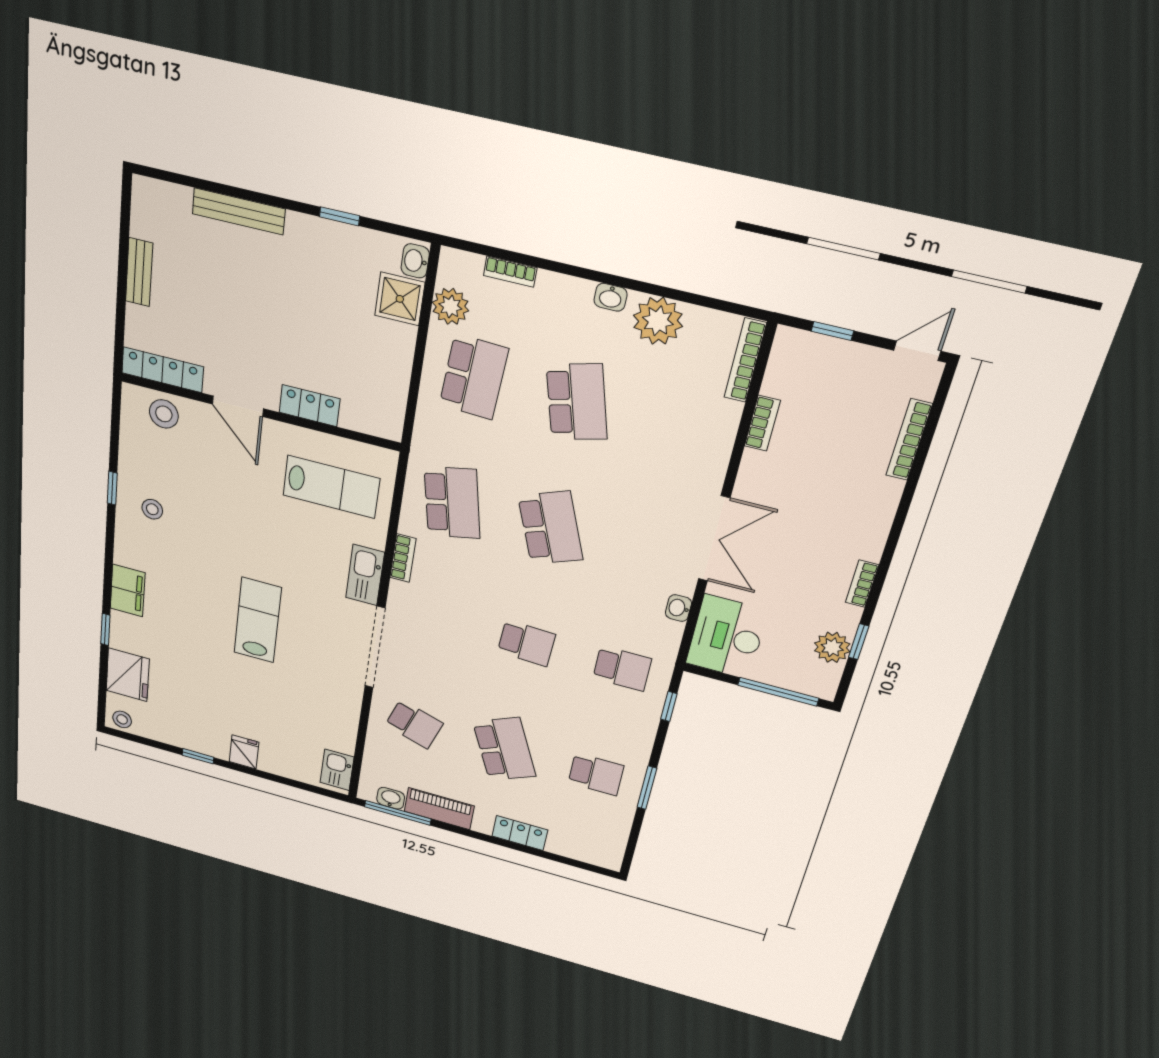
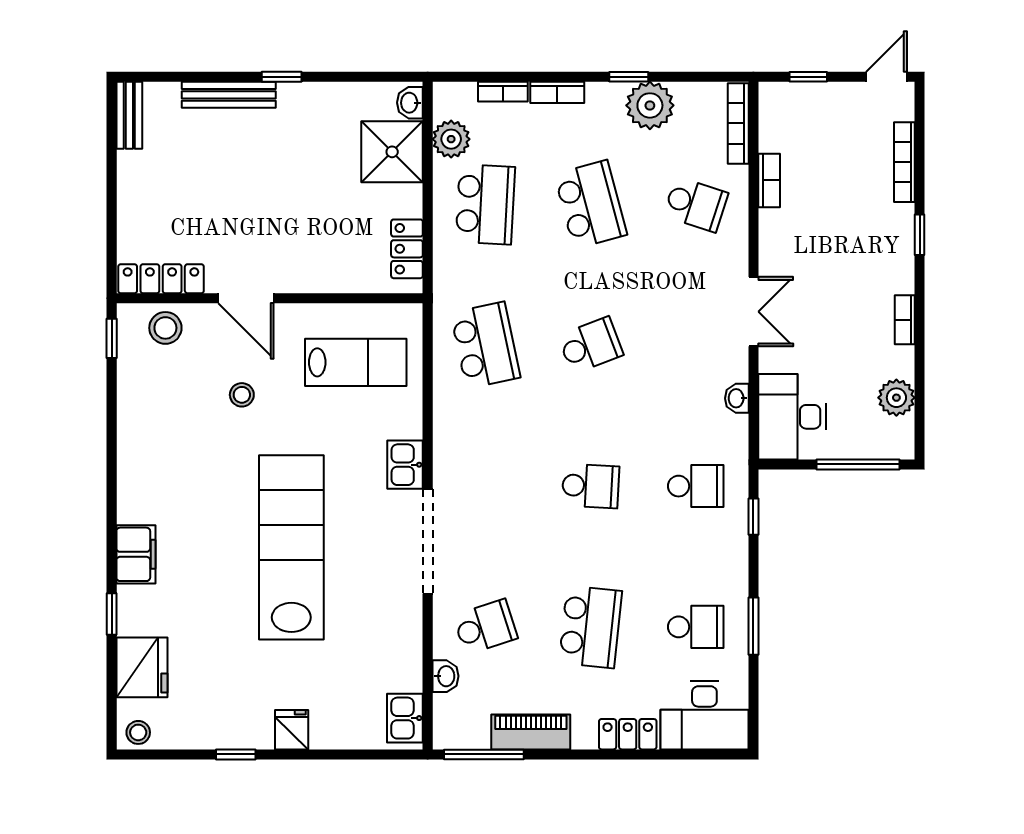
window: (339, 216) -> (282, 77), moved
bench: (139, 272) -> (129, 115), moved
window: (642, 287) -> (629, 77), added
washbasin: (611, 297) -> (602, 94), removed
shower: (400, 299) -> (392, 152), width x1.36, depth x1.36
locker: (310, 406) -> (407, 249), moved, turned -90
school desk: (682, 428) -> (696, 204), added
window: (112, 488) -> (112, 338), moved
stool: (152, 509) -> (242, 395), moved
school desk: (550, 528) -> (591, 345), width x0.54
double door: (714, 539) -> (753, 312), width x0.73
bookcase: (403, 558) -> (557, 92), moved, turned 90
kitchen sink: (365, 575) -> (405, 465), width x0.73
lab bench: (258, 620) -> (291, 547), width x1.86, depth x1.39
window: (859, 642) -> (920, 235), moved
school desk: (414, 724) -> (485, 627), turned -36
school desk: (504, 749) -> (591, 627), turned 30
washbasin: (391, 798) -> (445, 676), moved, turned 90
desk: (588, 838) -> (704, 715), added

